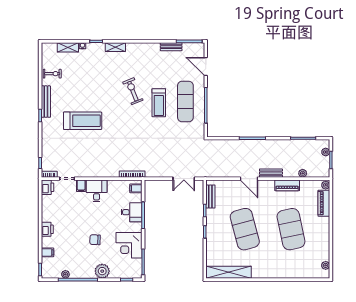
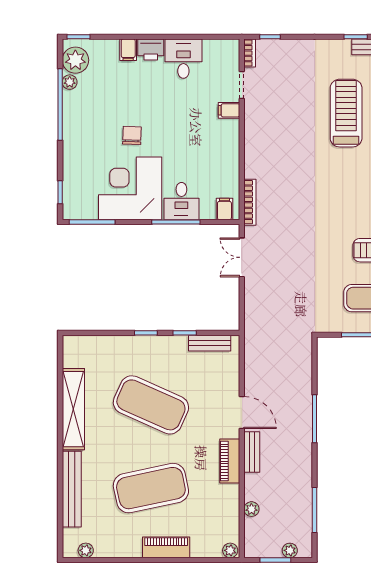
treadmill: (83, 121) -> (346, 113), turned 180
double door: (184, 179) -> (242, 257), moved
door: (249, 179) -> (242, 413), swing flipped
piano: (287, 185) -> (230, 461), moved
printer: (47, 187) -> (226, 50), removed
desk: (97, 191) -> (183, 59), moved, turned -90
piano: (324, 203) -> (166, 547), moved
exercise mat: (245, 229) -> (151, 405), turned 39
corner desk: (129, 245) -> (130, 188), width x1.36, depth x1.36
filing cabinet: (47, 252) -> (128, 50), moved
plant: (102, 271) -> (75, 60), moved
shelving: (229, 272) -> (73, 409), moved
bench: (292, 273) -> (72, 489), added

